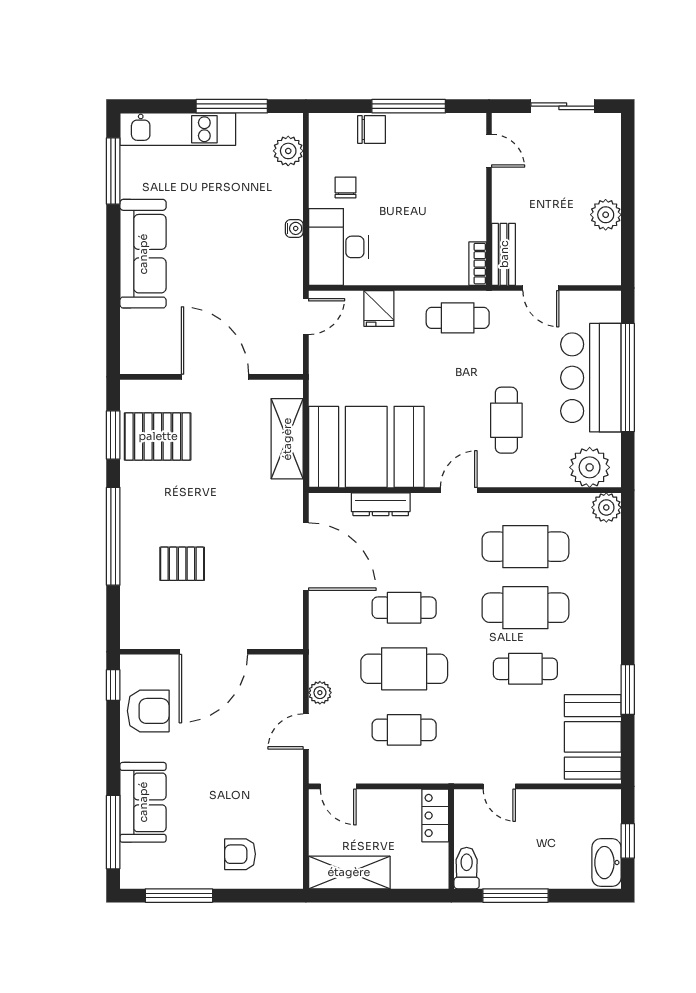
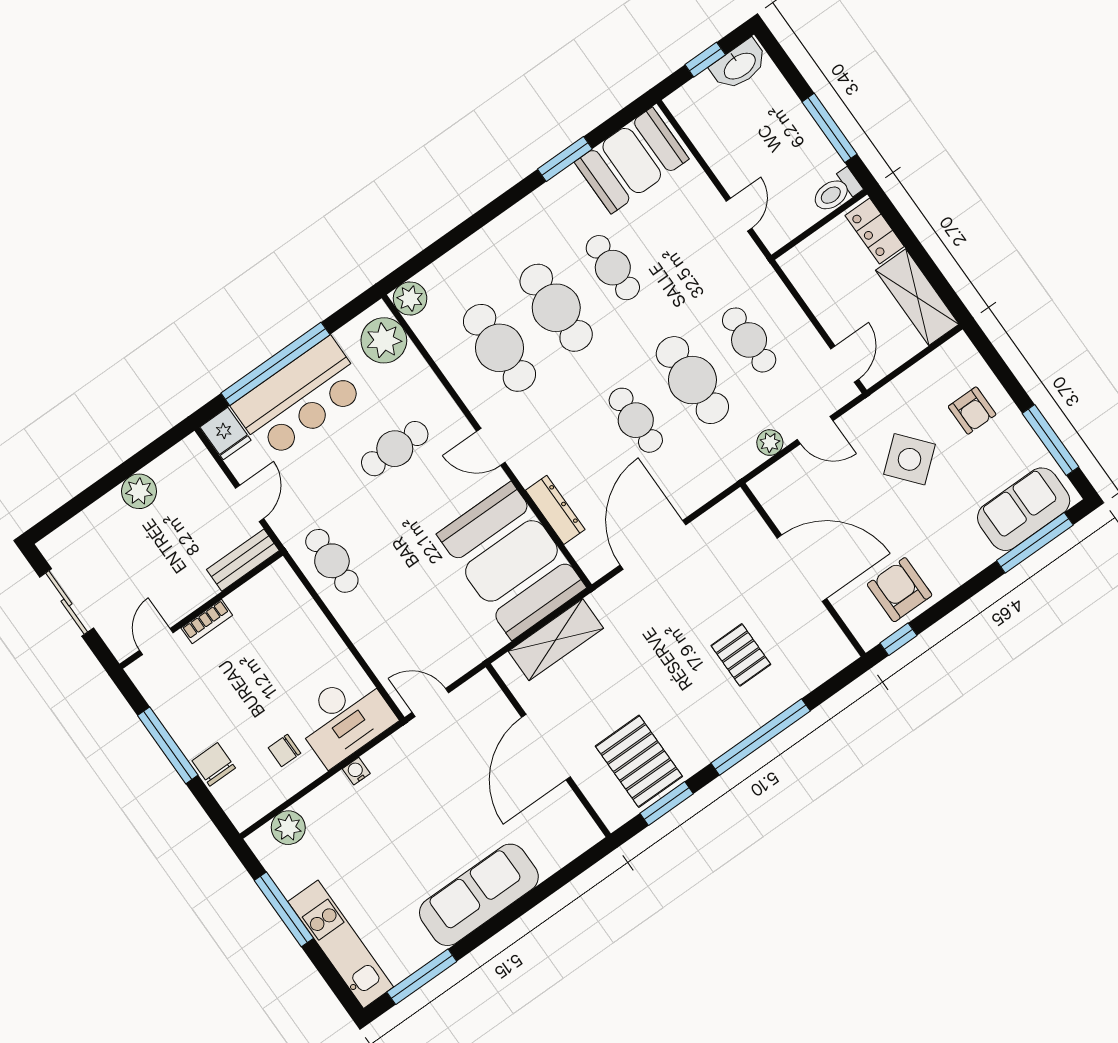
bookcase: (478, 264) -> (207, 622), moved
fridge: (379, 309) -> (226, 434), moved, turned 90
side table: (237, 784) -> (910, 459), added
sofa: (143, 802) -> (1024, 509), moved
locker: (435, 815) -> (875, 231), moved, turned 90

